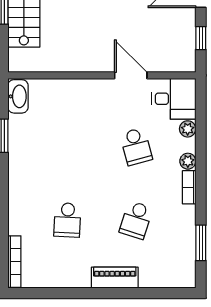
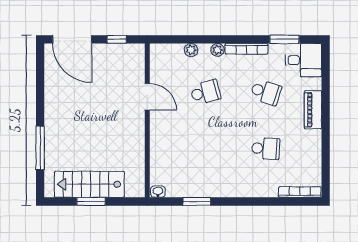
door: (131, 75) -> (147, 97), swing flipped
washbasin: (18, 96) -> (158, 192), width x0.52, depth x0.69
desk: (174, 99) -> (303, 60), moved, turned 90
bookcase: (189, 187) -> (247, 49), width x1.56

